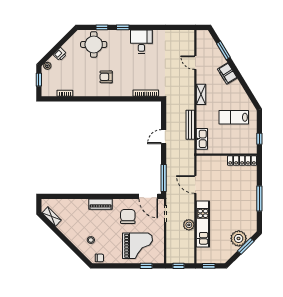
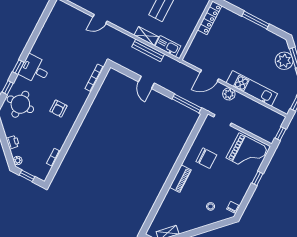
desk: (141, 42) -> (35, 69), moved
door: (195, 63) -> (100, 19), moved
shelving: (201, 94) -> (146, 36), moved
door: (148, 196) -> (197, 128), removed
chair: (128, 216) -> (206, 158), turned 180
plant: (189, 225) -> (229, 94), moved
grand piano: (137, 246) -> (247, 153), moved, turned 90
window: (146, 266) -> (257, 178), moved

